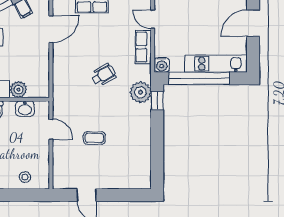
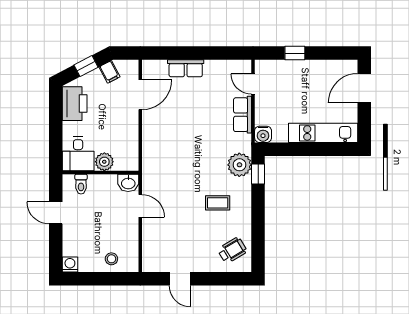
wheelchair: (104, 75) -> (232, 250), moved
window: (199, 78) -> (304, 149), removed
washbasin: (25, 109) -> (128, 183), moved
coffee table: (94, 138) -> (218, 203), moved

